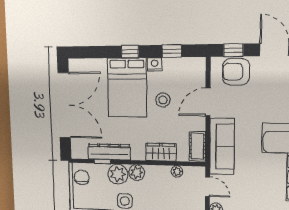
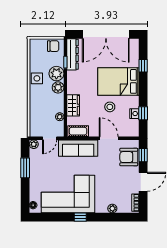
window: (130, 52) -> (143, 66), moved
nightstand: (154, 64) -> (134, 114), moved
armchair: (236, 72) -> (129, 157), turned -90
dresser: (109, 152) -> (73, 54), moved

